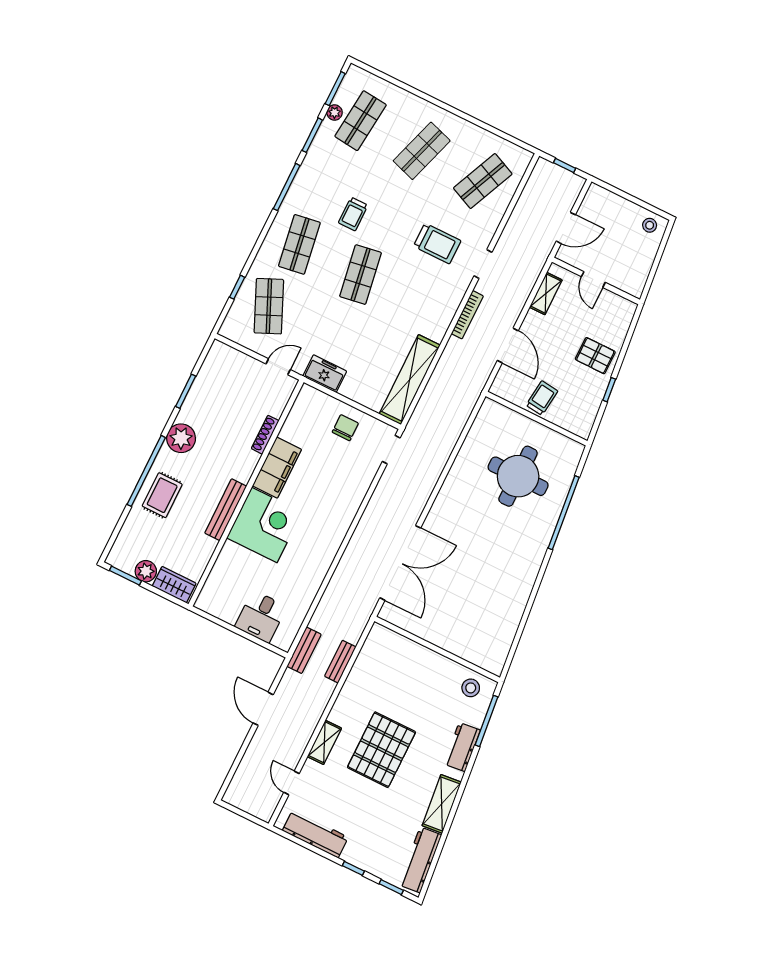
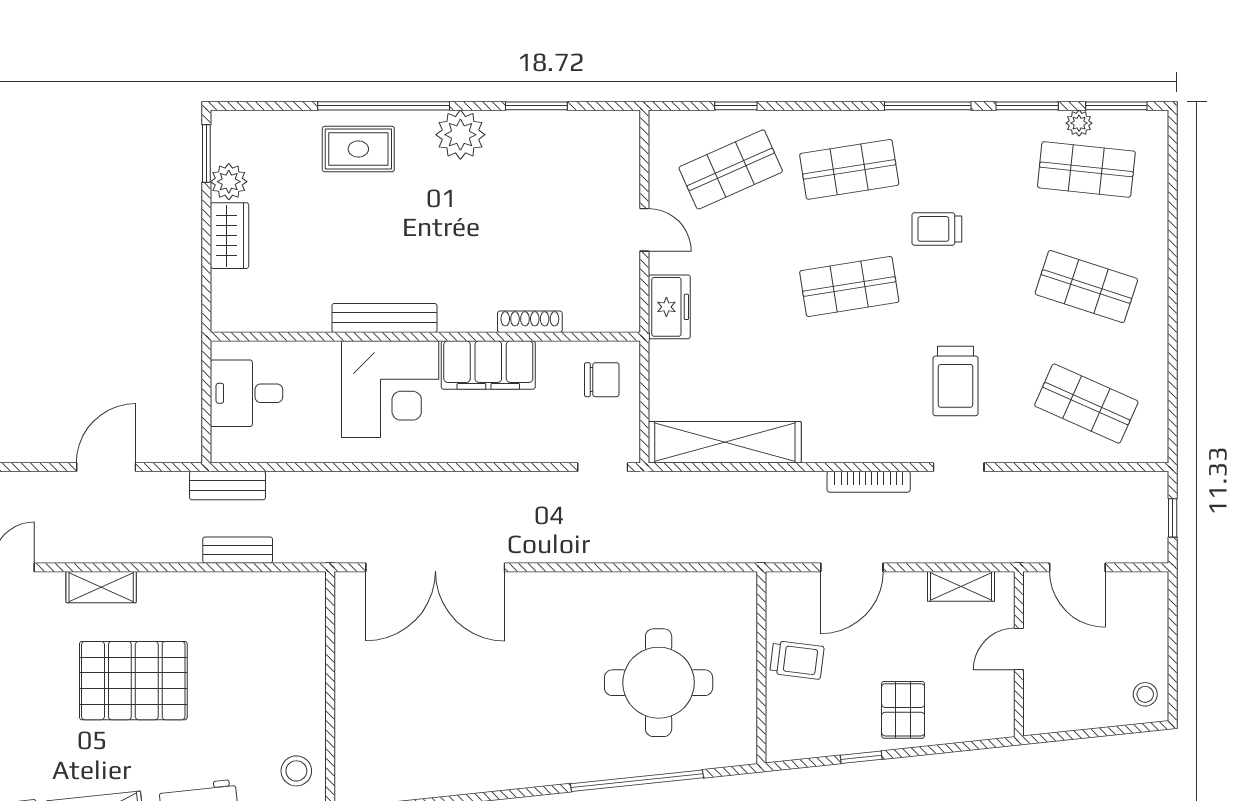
shoe rack: (265, 435) -> (530, 322), moved
filing cabinet: (277, 468) -> (488, 365), moved
wall: (246, 493) -> (425, 337), moved
bench: (226, 510) -> (384, 318), moved
corner desk: (264, 525) -> (390, 389), moved

